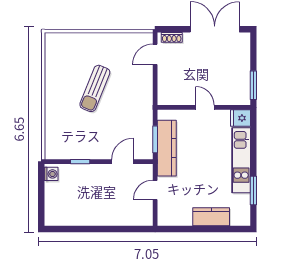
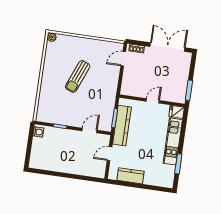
plant: (51, 39) -> (52, 37), added
door: (205, 107) -> (153, 101), hinge flipped
kitchen counter: (211, 217) -> (131, 176), moved

